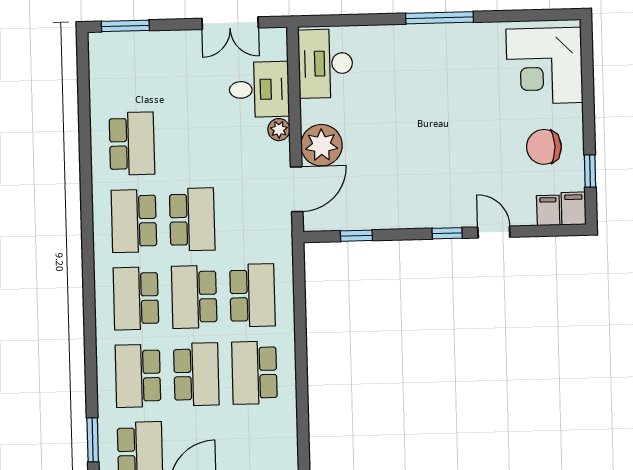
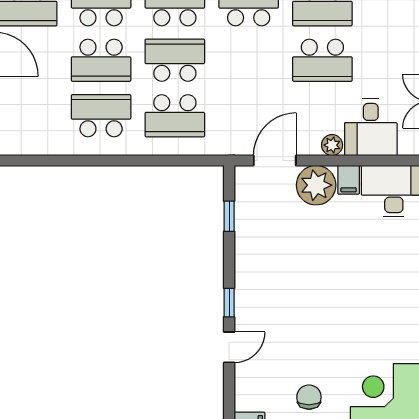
chair: (544, 147) -> (309, 397), width x0.73, depth x0.73
door: (297, 189) -> (275, 161), swing flipped
filing cabinet: (548, 210) -> (349, 180), moved, turned 90
school desk: (192, 219) -> (322, 60), moved

